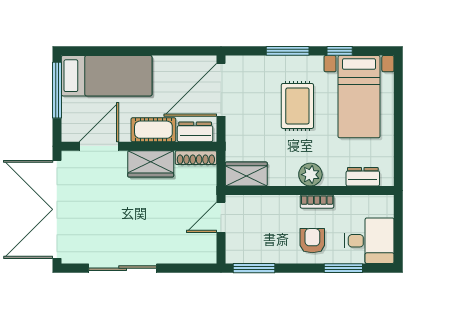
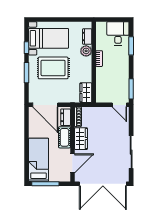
rug: (297, 106) -> (53, 68), width x1.36, depth x1.43
door: (99, 146) -> (72, 163), swing flipped
plant: (310, 175) -> (86, 51), moved
door: (221, 217) -> (119, 105), moved
armchair: (312, 241) -> (118, 61), removed

